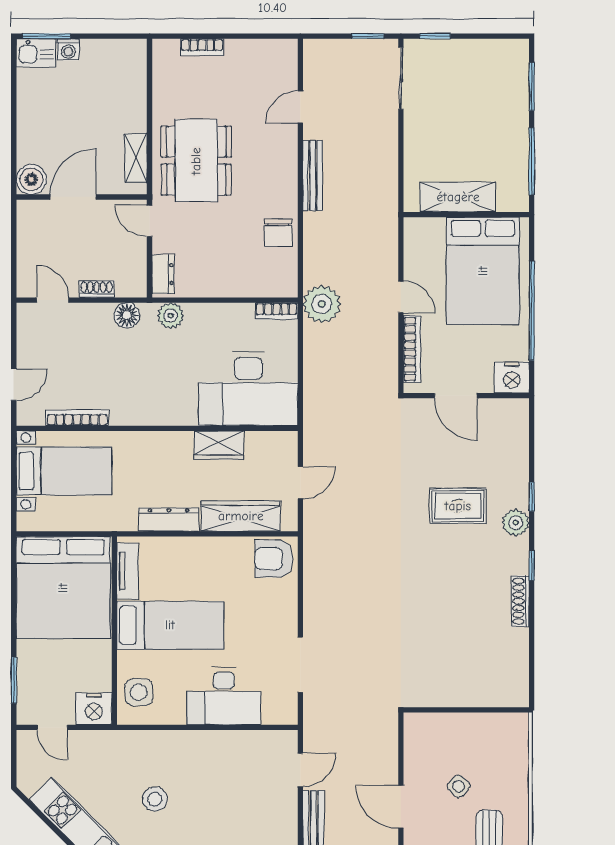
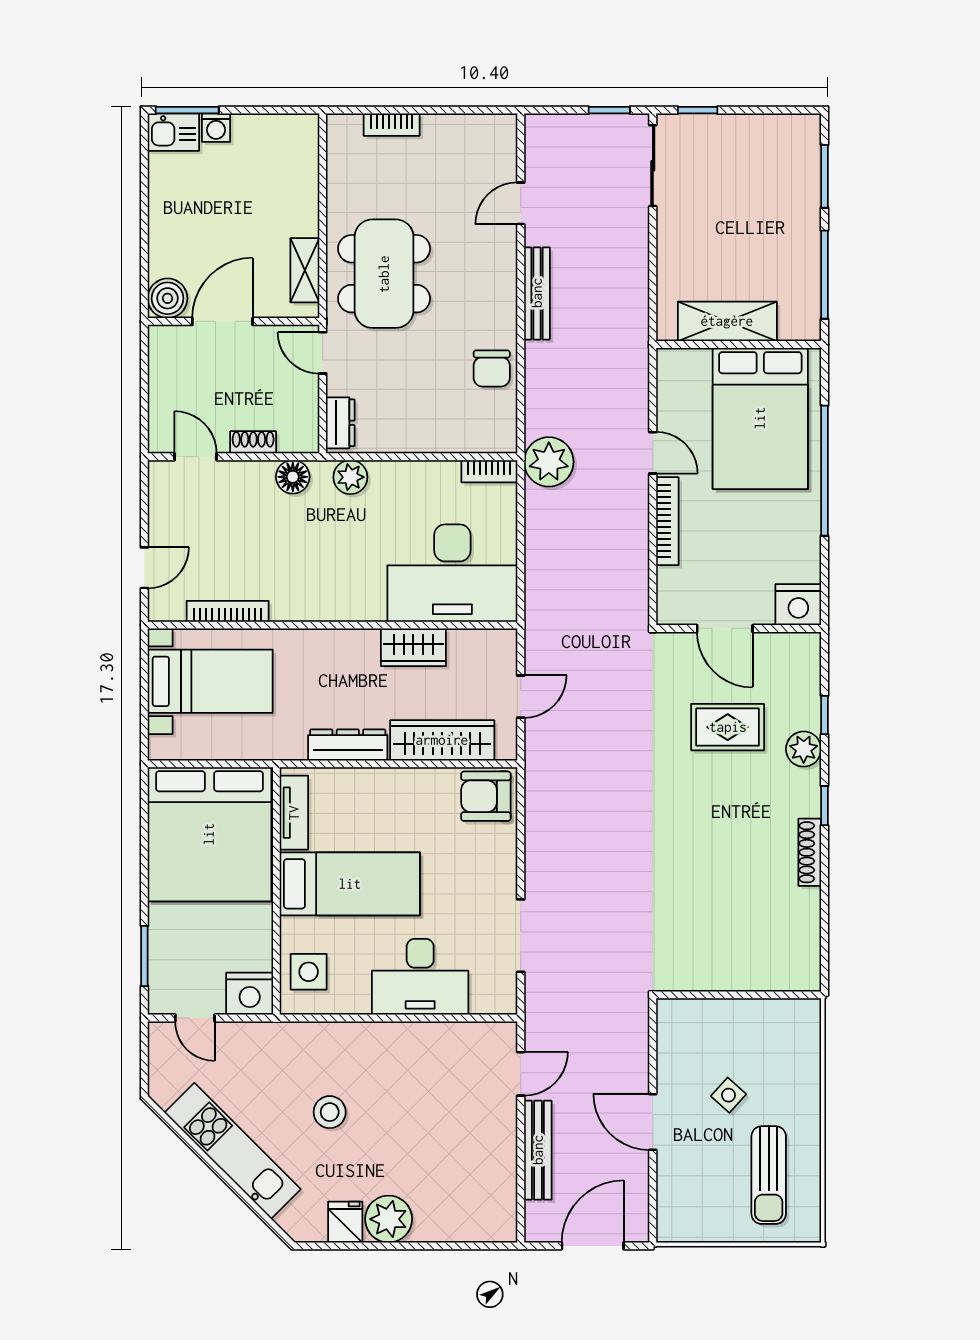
nightstand: (512, 377) -> (798, 605), moved
door: (456, 396) -> (725, 628), moved
wall: (466, 396) -> (739, 628), moved

